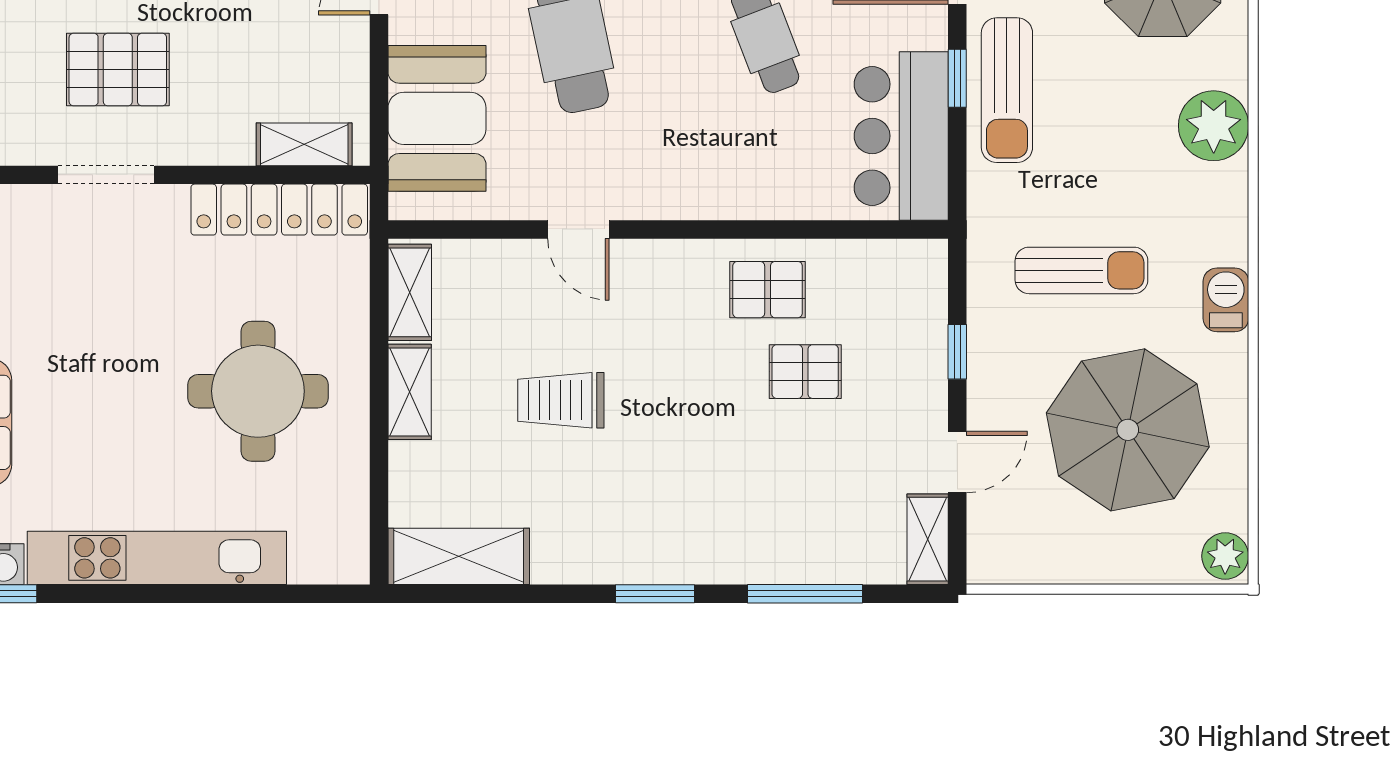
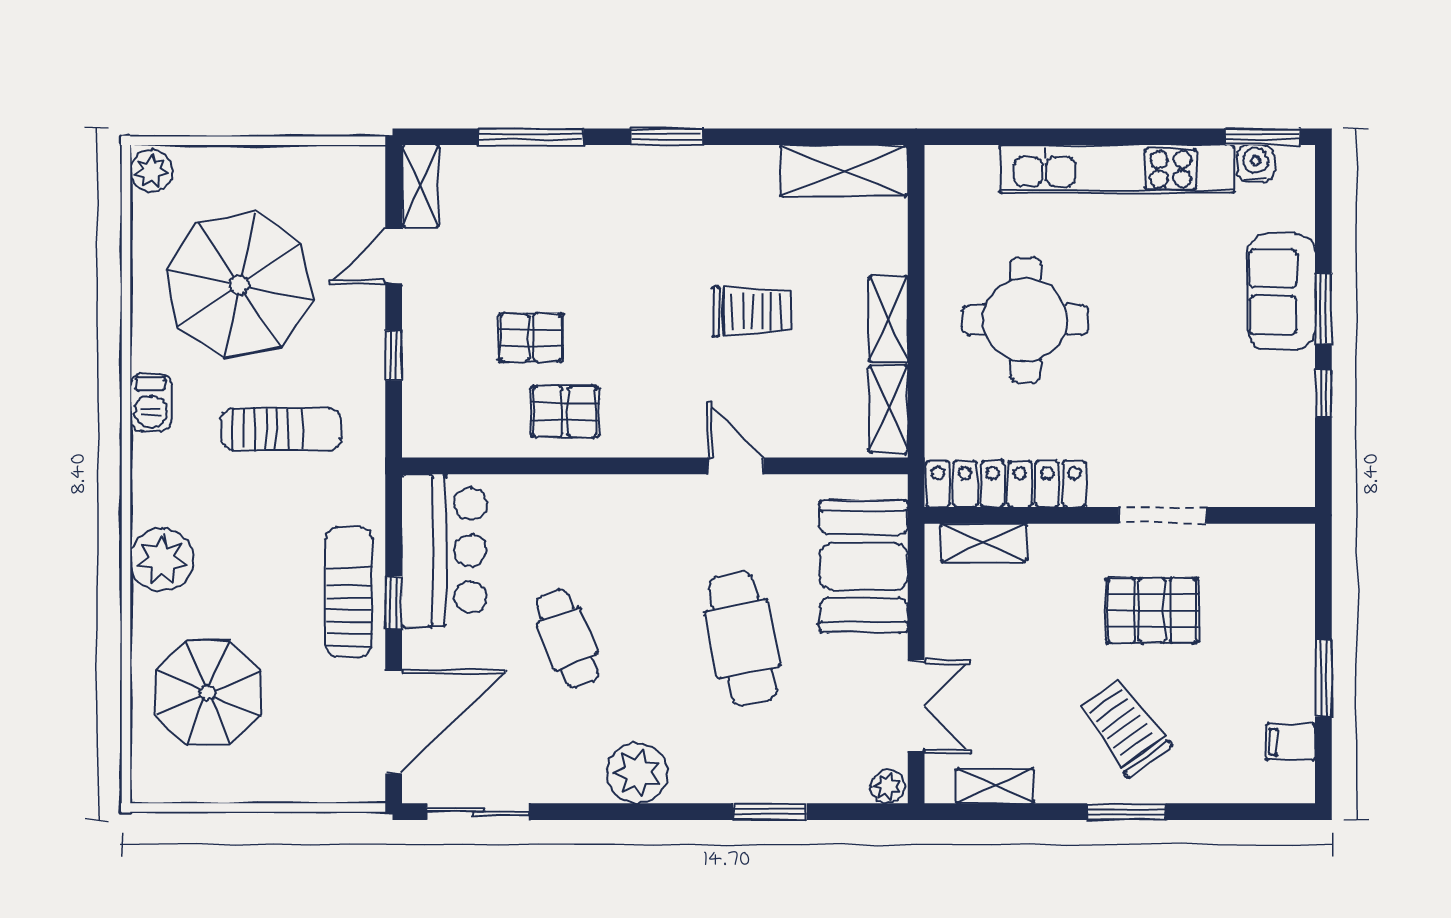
sun lounger: (1081, 270) -> (281, 429), turned 180

